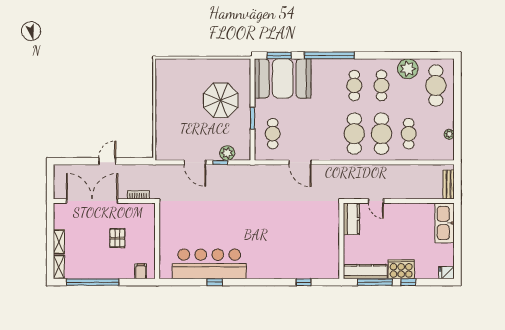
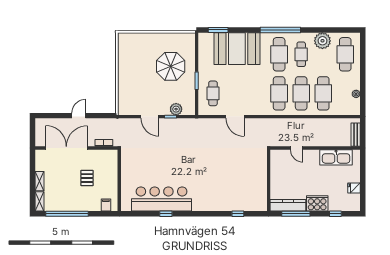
window: (329, 55) -> (280, 30), moved
booth: (283, 78) -> (237, 49), moved
cafe table: (354, 85) -> (279, 54), width x1.37, depth x1.35
cafe table: (409, 134) -> (323, 93), width x1.37, depth x1.35
kitchen counter: (351, 219) -> (277, 163), removed
kitchen sink: (445, 223) -> (336, 157), moved, turned -90
fridge: (447, 273) -> (354, 188), moved
window: (408, 282) -> (335, 214), moved

